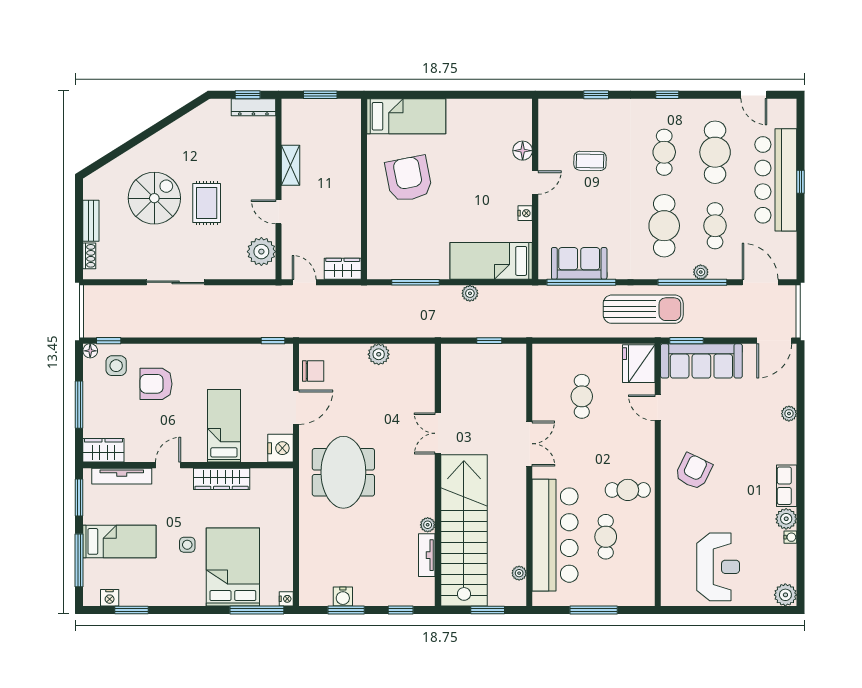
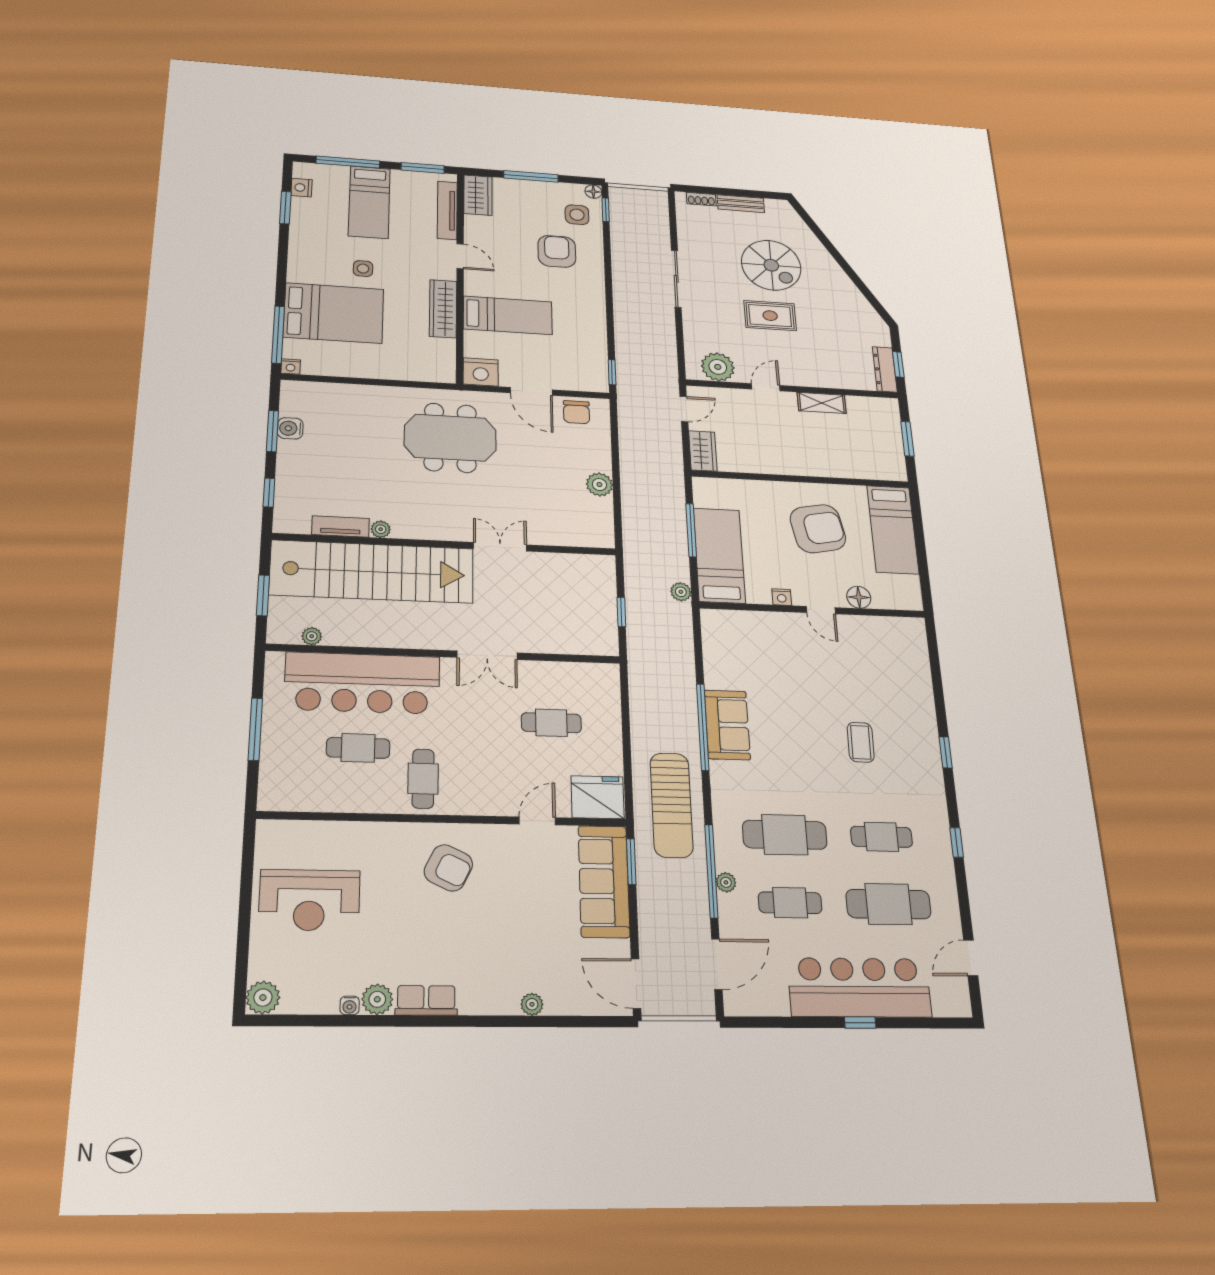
floor lamp: (523, 151) -> (859, 597), moved
door: (535, 182) -> (821, 610), moved
wall: (535, 189) -> (813, 610), moved
nightstand: (525, 213) -> (782, 597), moved
bed: (491, 261) -> (719, 555), moved

